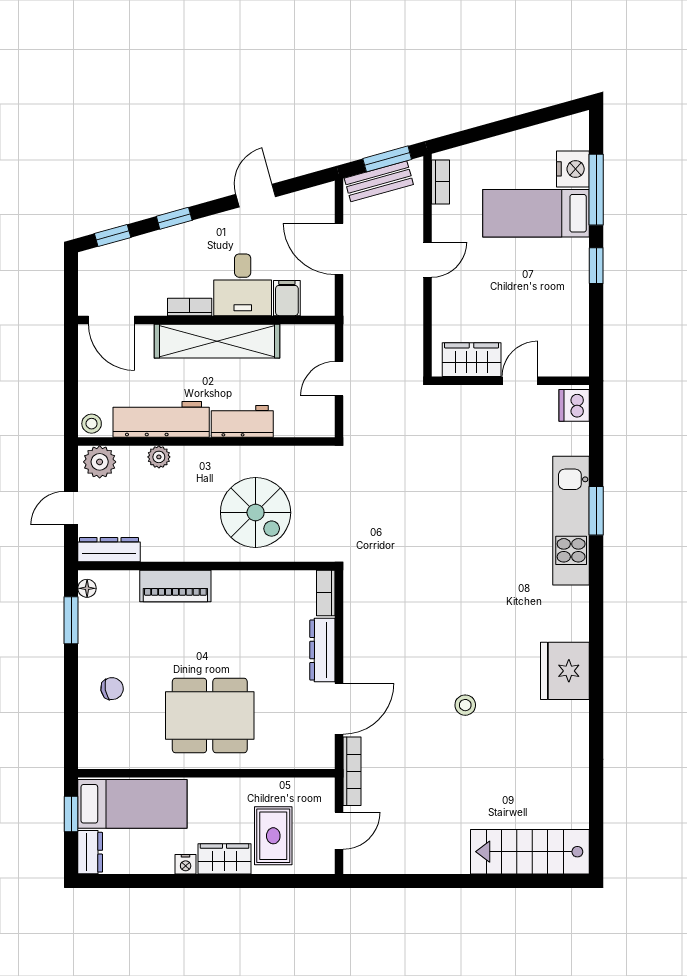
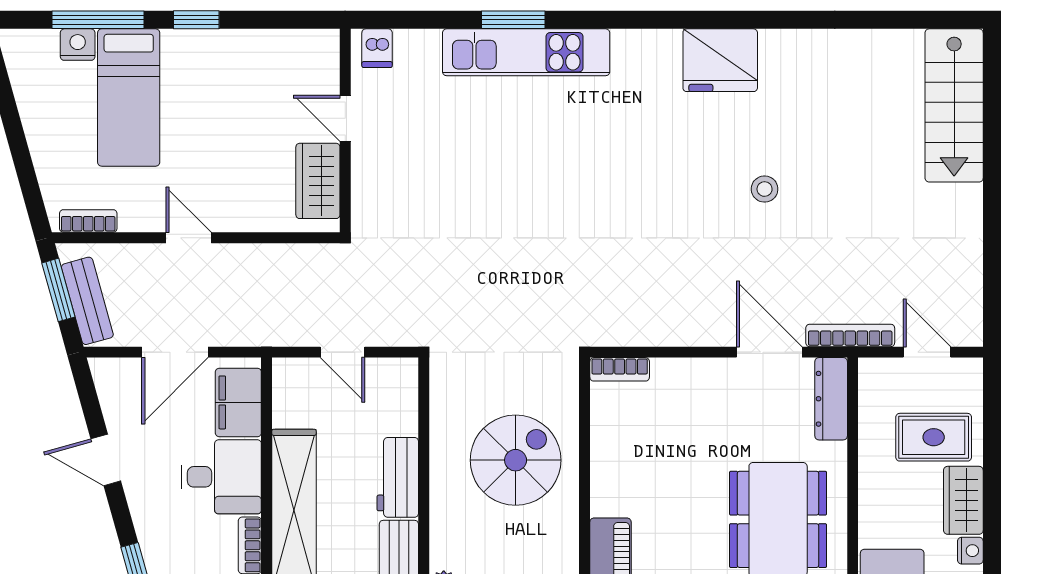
nightstand: (573, 169) -> (78, 45), width x0.74, depth x0.75
filing cabinet: (287, 298) -> (238, 402), width x2.00
dishwasher: (574, 405) -> (377, 48), width x0.73
dresser: (322, 650) -> (831, 399), moved, turned 90

